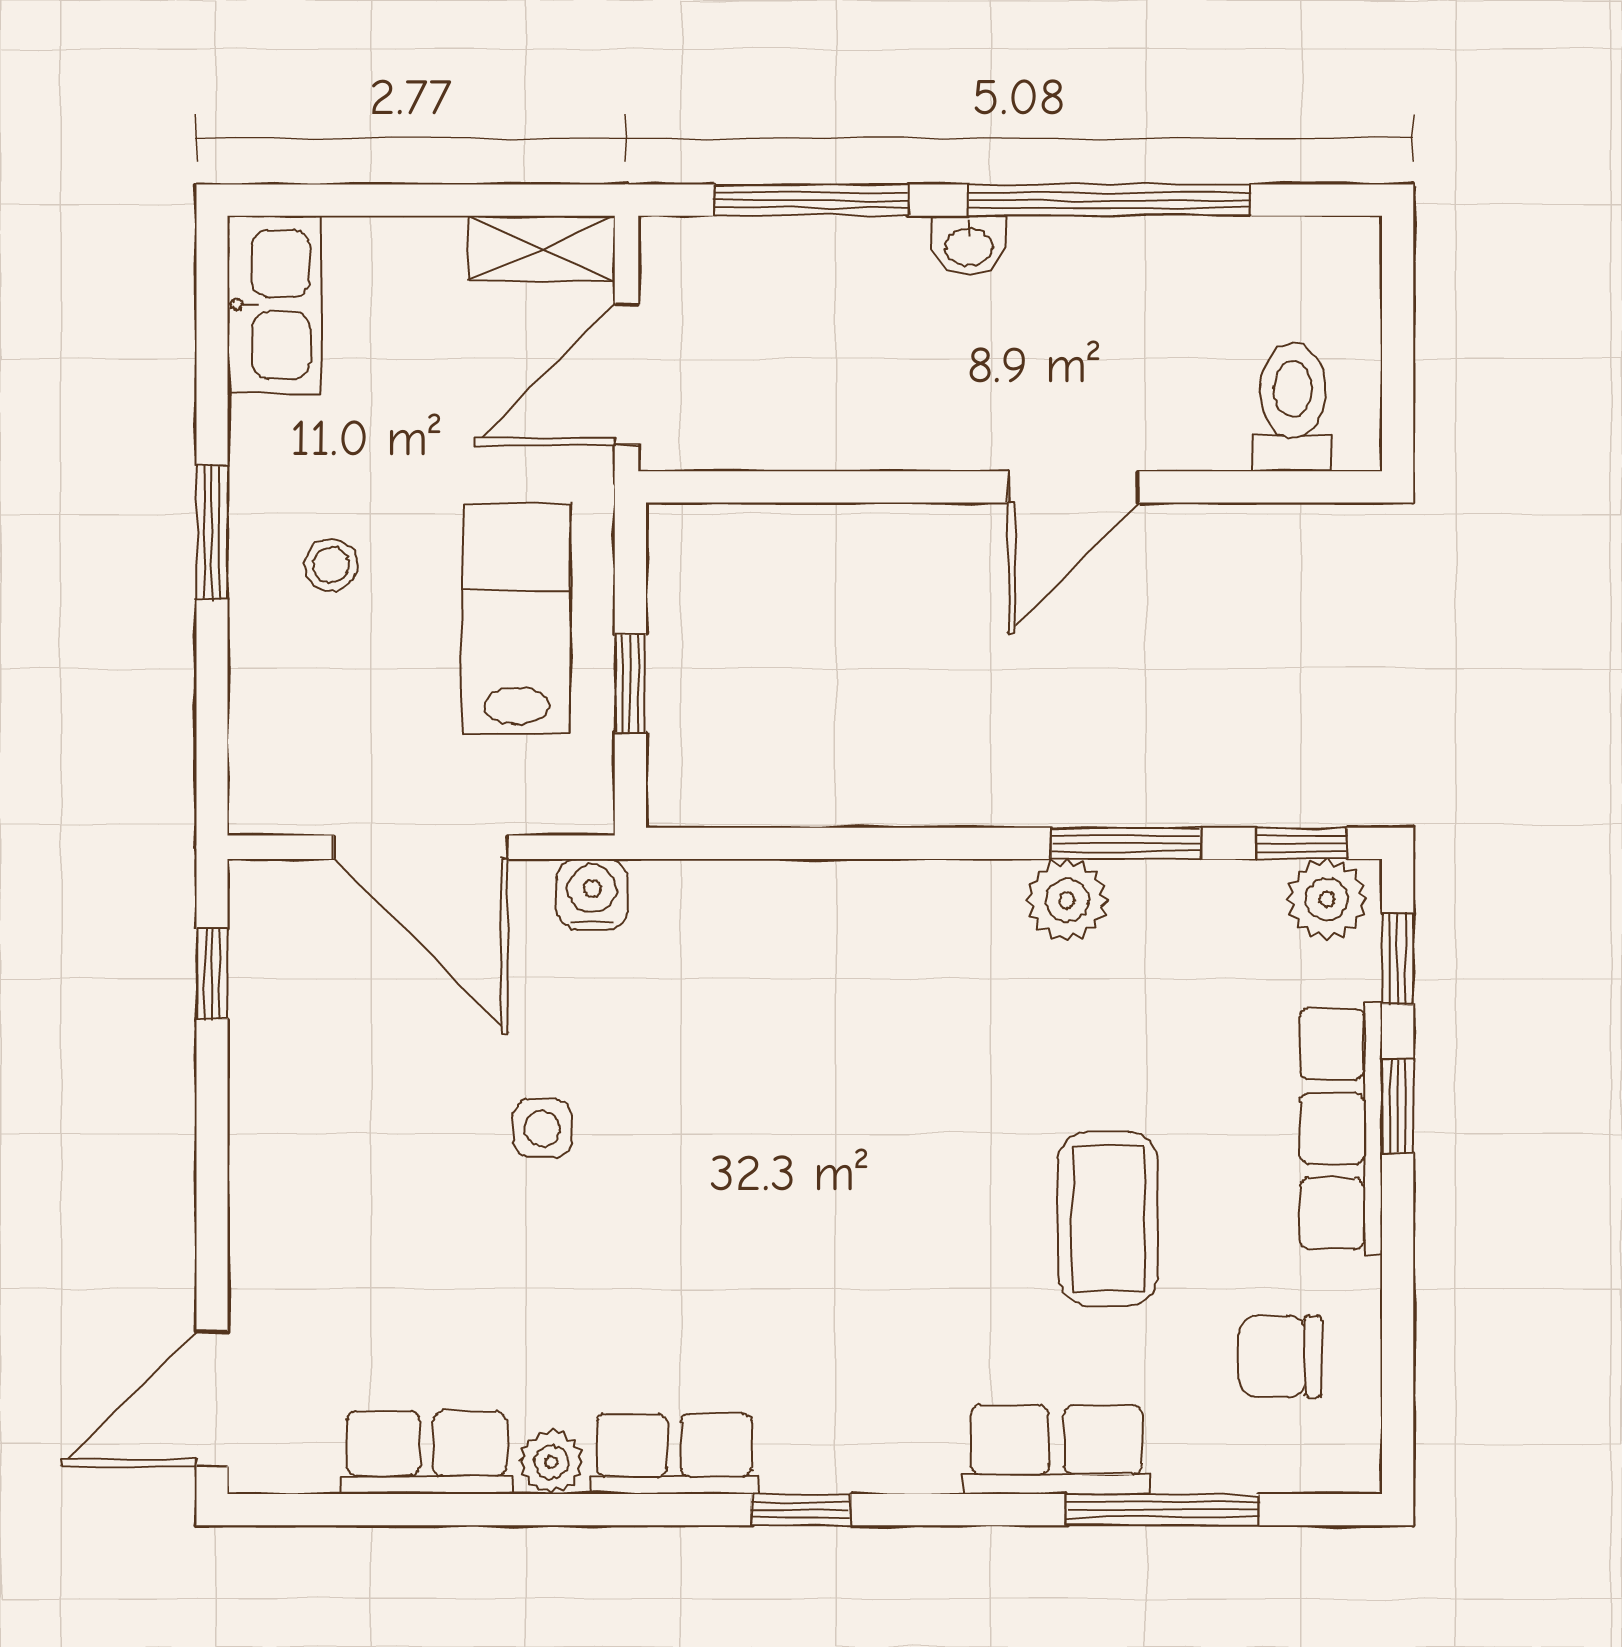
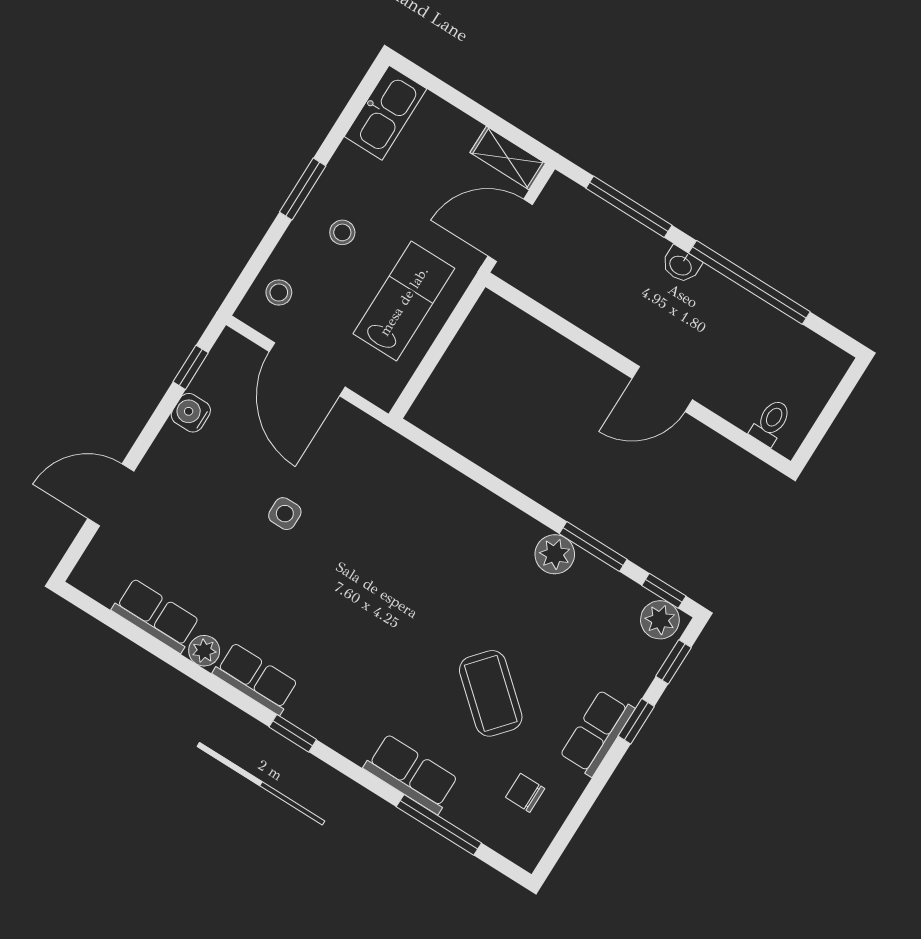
toilet: (1293, 407) -> (771, 422), width x0.73, depth x0.72
window: (630, 683) -> (433, 356), removed
stool: (285, 742) -> (279, 292), added
water cooler: (592, 894) -> (191, 413), moved, turned -90
row of seats: (1341, 1129) -> (597, 733), width x0.68
coffee table: (1108, 1218) -> (491, 693), turned -49
chair: (1280, 1357) -> (525, 793), width x0.73, depth x0.73
door: (212, 1398) -> (111, 495), moved

